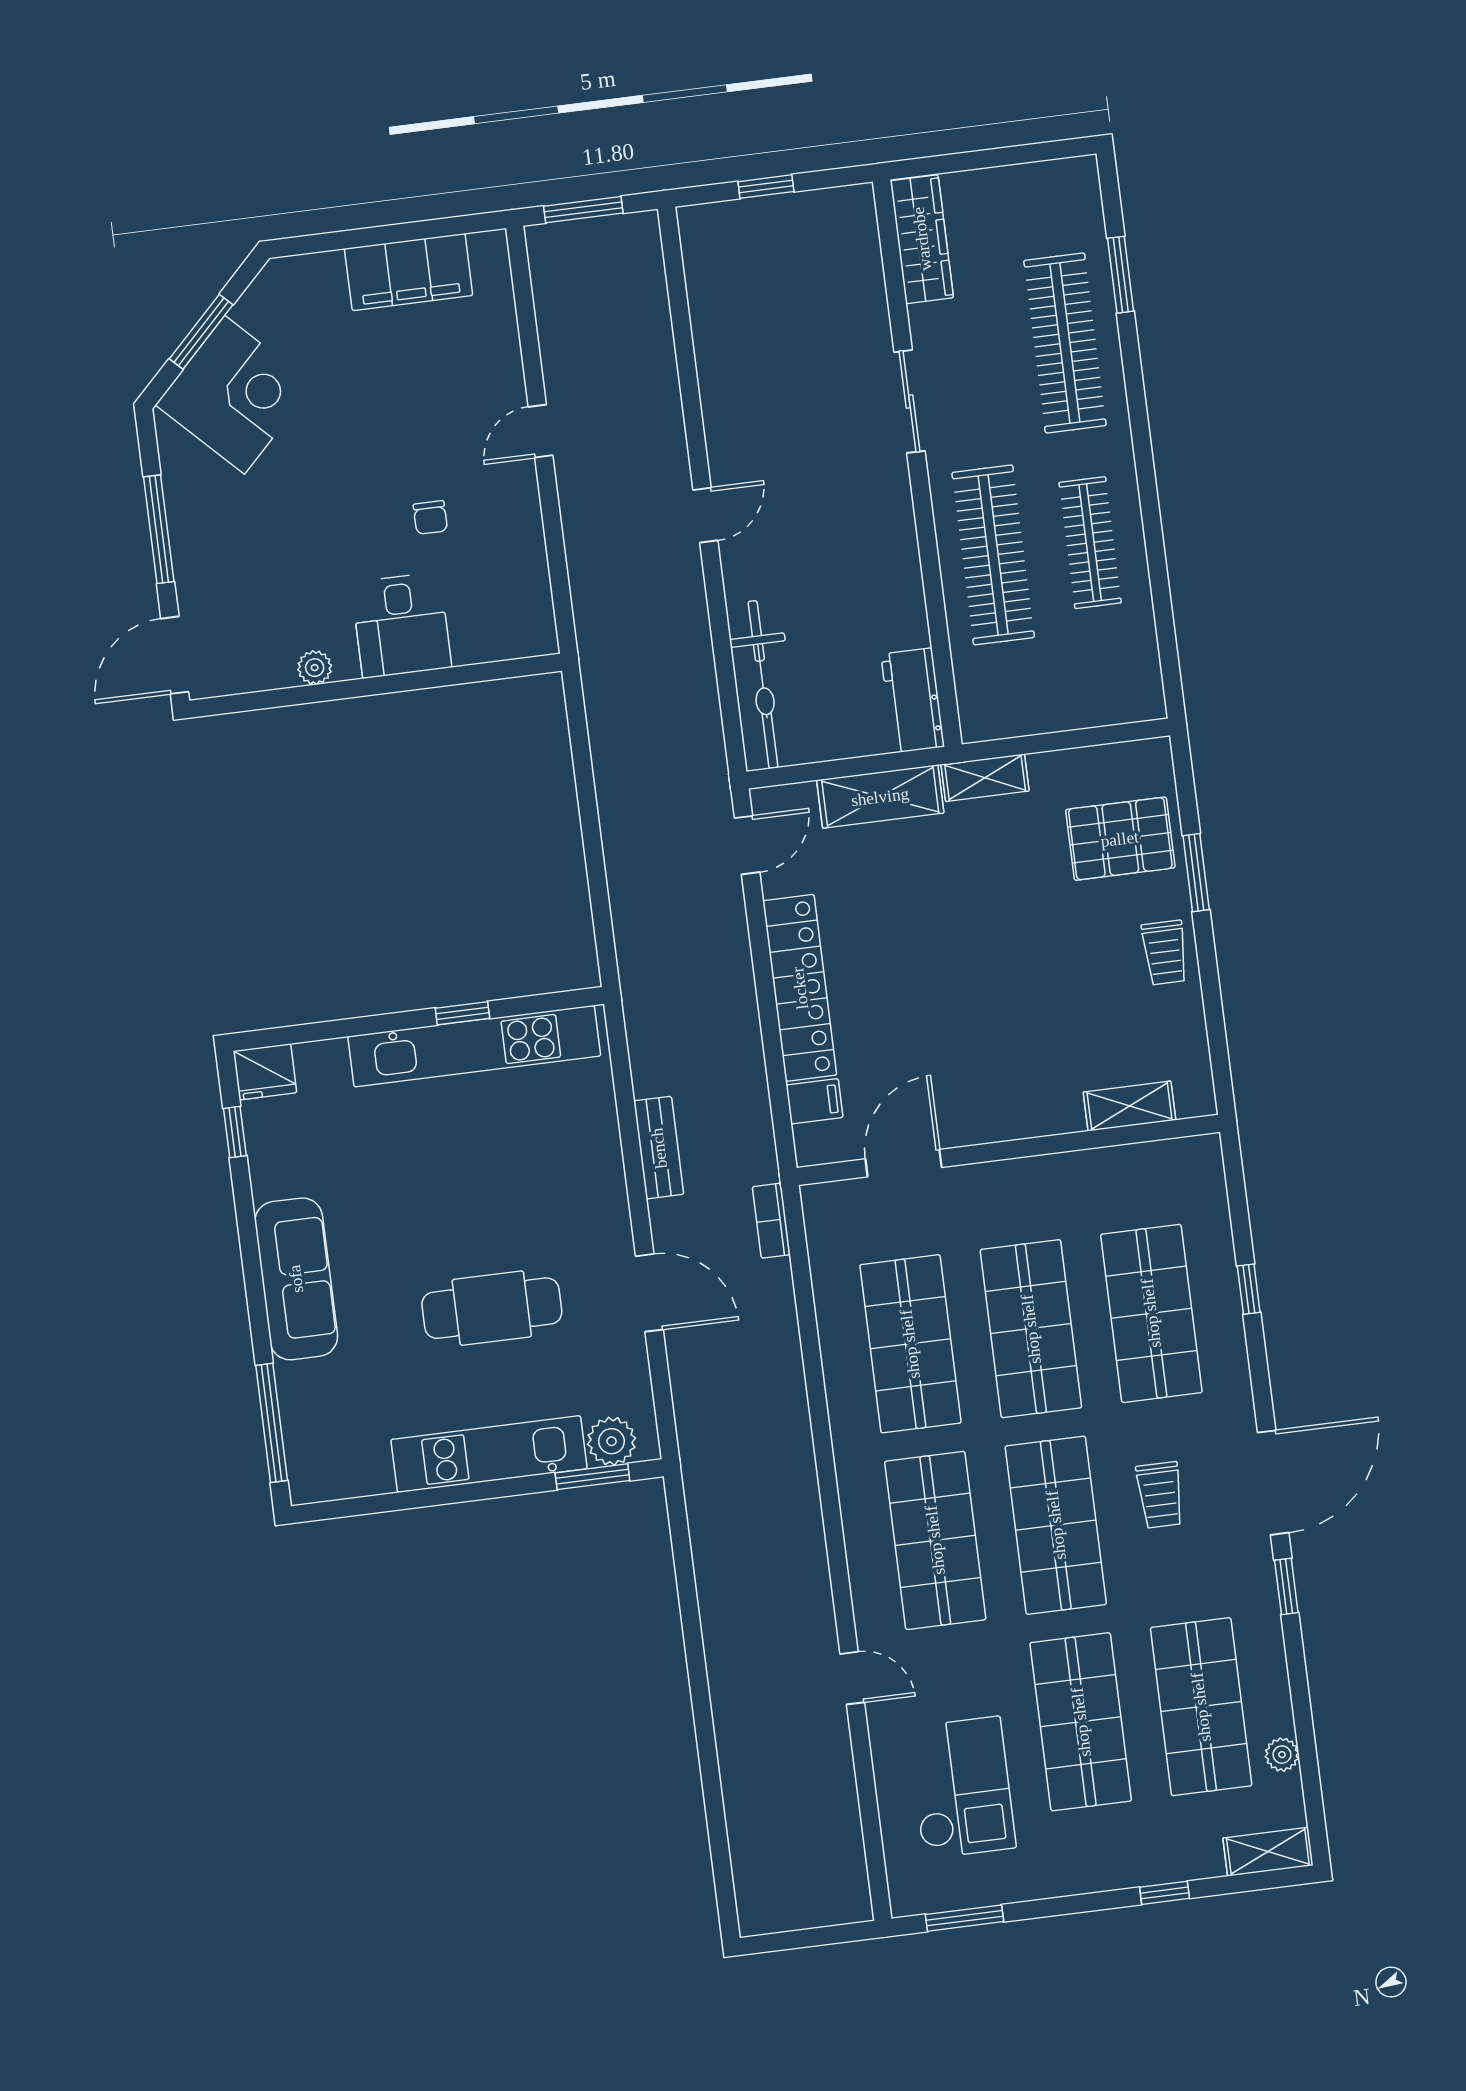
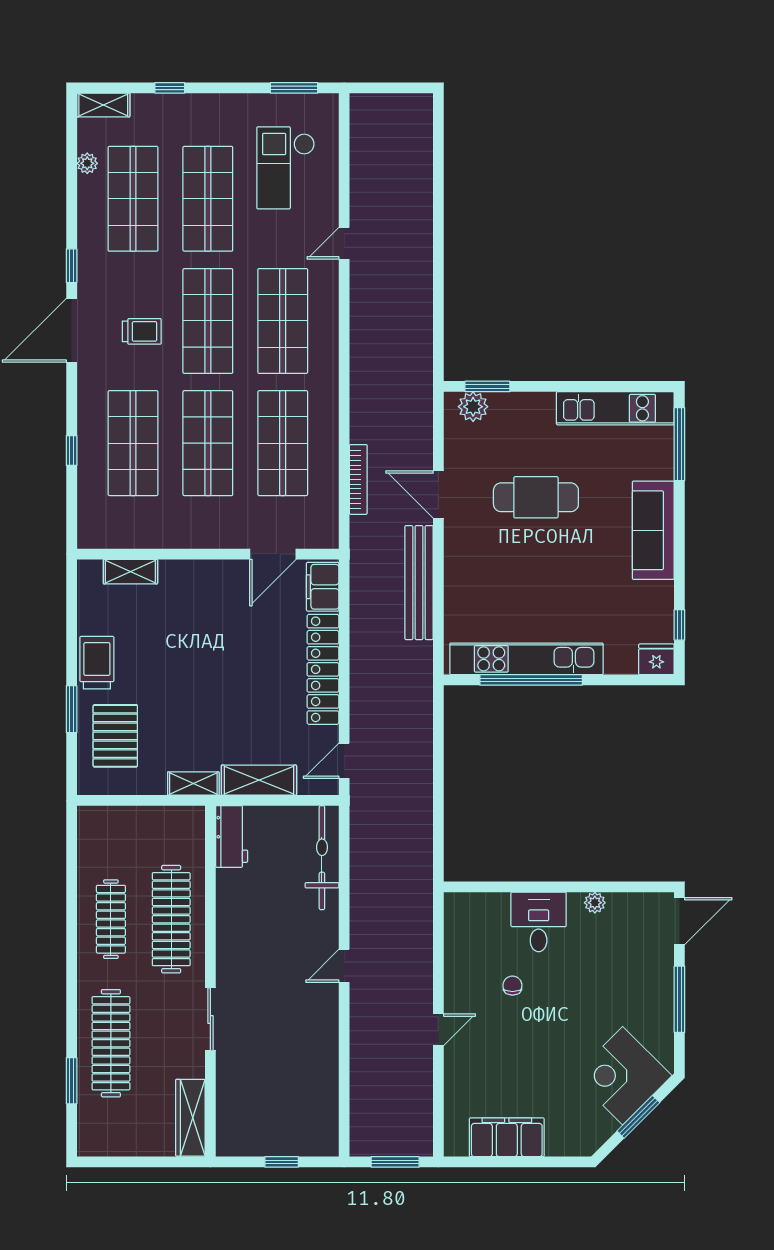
pallet: (1120, 839) -> (115, 736), turned 90
trolley: (1165, 953) -> (97, 663), width x1.36, depth x1.39
window: (462, 1013) -> (531, 680), width x3.17
filing cabinet: (814, 1101) -> (323, 587), width x2.00
bench: (659, 1148) -> (419, 583), width x1.86, depth x1.21
bookcase: (771, 1221) -> (358, 479), moved, width x1.56
kitchen unit: (489, 1454) -> (615, 408), moved
trolley: (1160, 1495) -> (142, 331), turned 90
door: (852, 1678) -> (344, 243), hinge flipped

